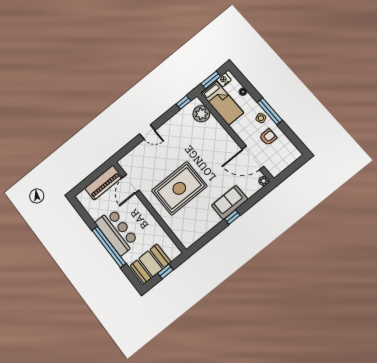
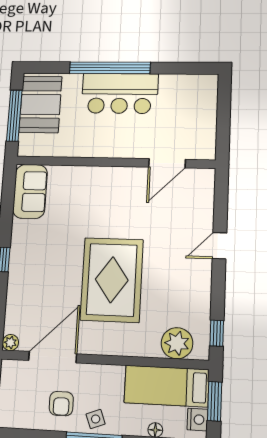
piano: (103, 183) -> (202, 128), removed
door: (131, 184) -> (167, 163), swing flipped
rug: (179, 188) -> (112, 280), moved
sofa: (230, 202) -> (30, 191), moved
window: (165, 272) -> (14, 116), width x2.17

